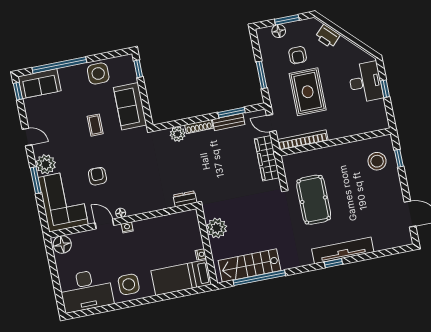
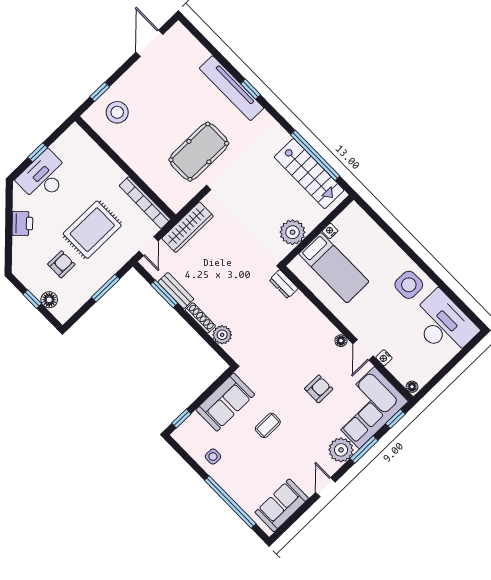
window: (287, 20) -> (32, 299), width x0.67
printer: (328, 36) -> (22, 223), moved
side table: (98, 73) -> (213, 457), width x0.54, depth x0.54
sofa: (39, 84) -> (282, 505), moved, turned -90
window: (18, 91) -> (395, 419), moved
armchair: (97, 176) -> (319, 389), turned 180
nightstand: (127, 227) -> (384, 358), moved
floor lamp: (62, 244) -> (412, 387), width x0.53, depth x0.53
bed: (181, 278) -> (334, 268), moved

